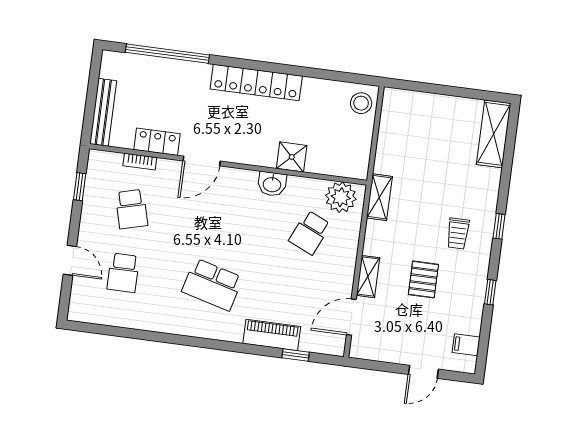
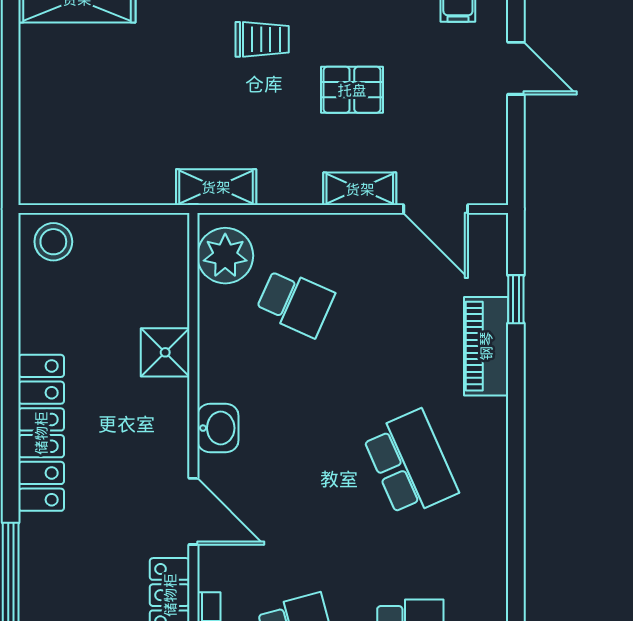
washbasin: (272, 184) -> (218, 428), moved
school desk: (212, 285) -> (410, 464), turned -39

